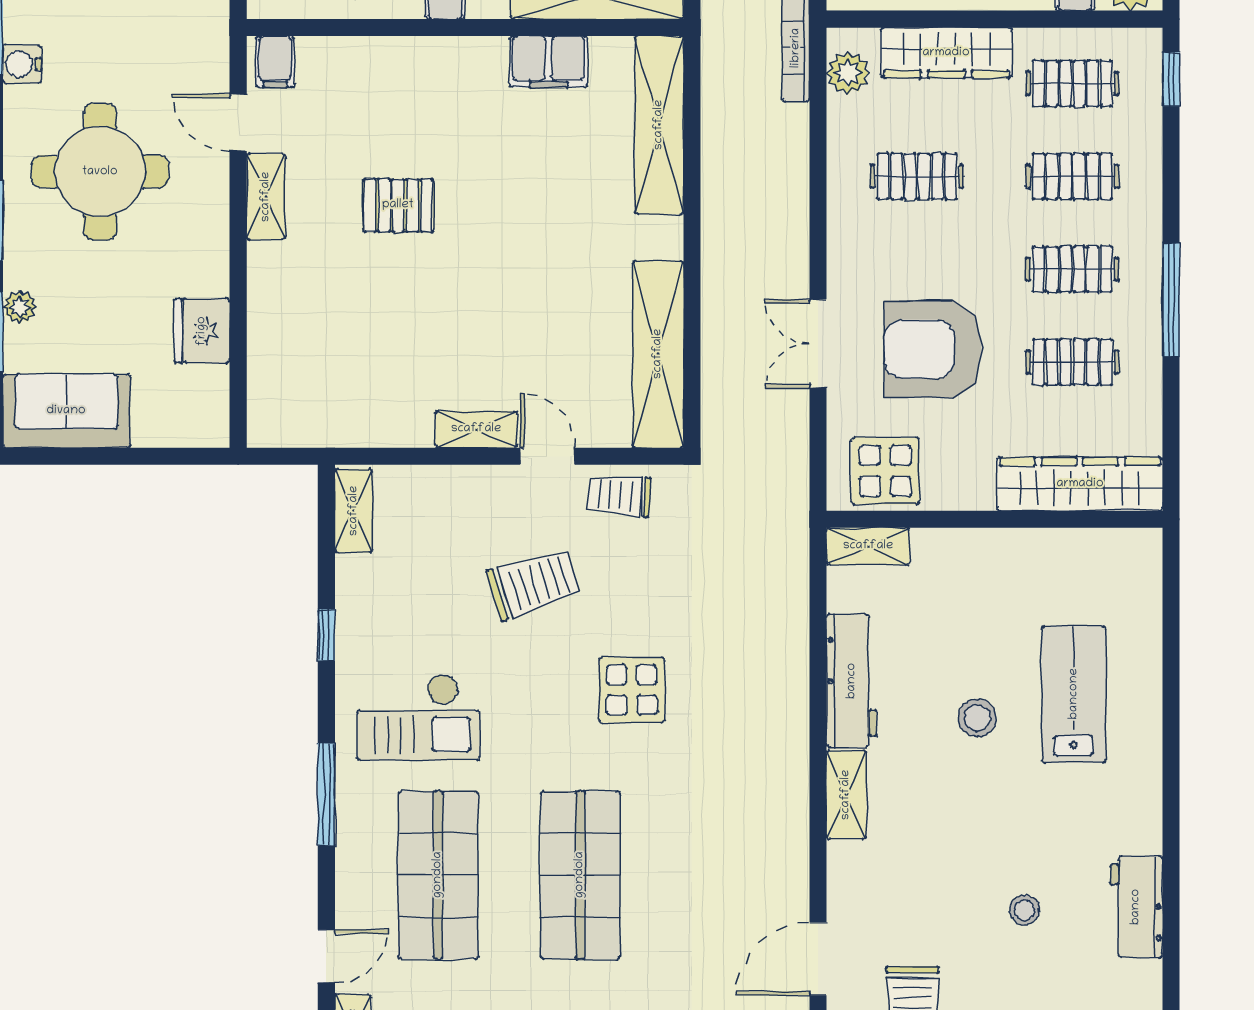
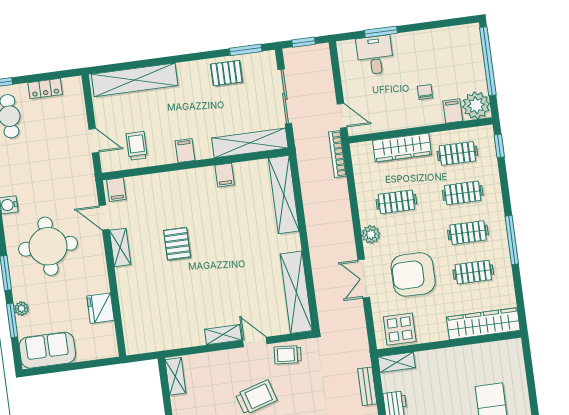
filing cabinet: (548, 62) -> (225, 175), width x0.50
plant: (848, 73) -> (371, 234), moved
pallet: (398, 205) -> (177, 244), turned 90
bench: (793, 593) -> (367, 386), added

